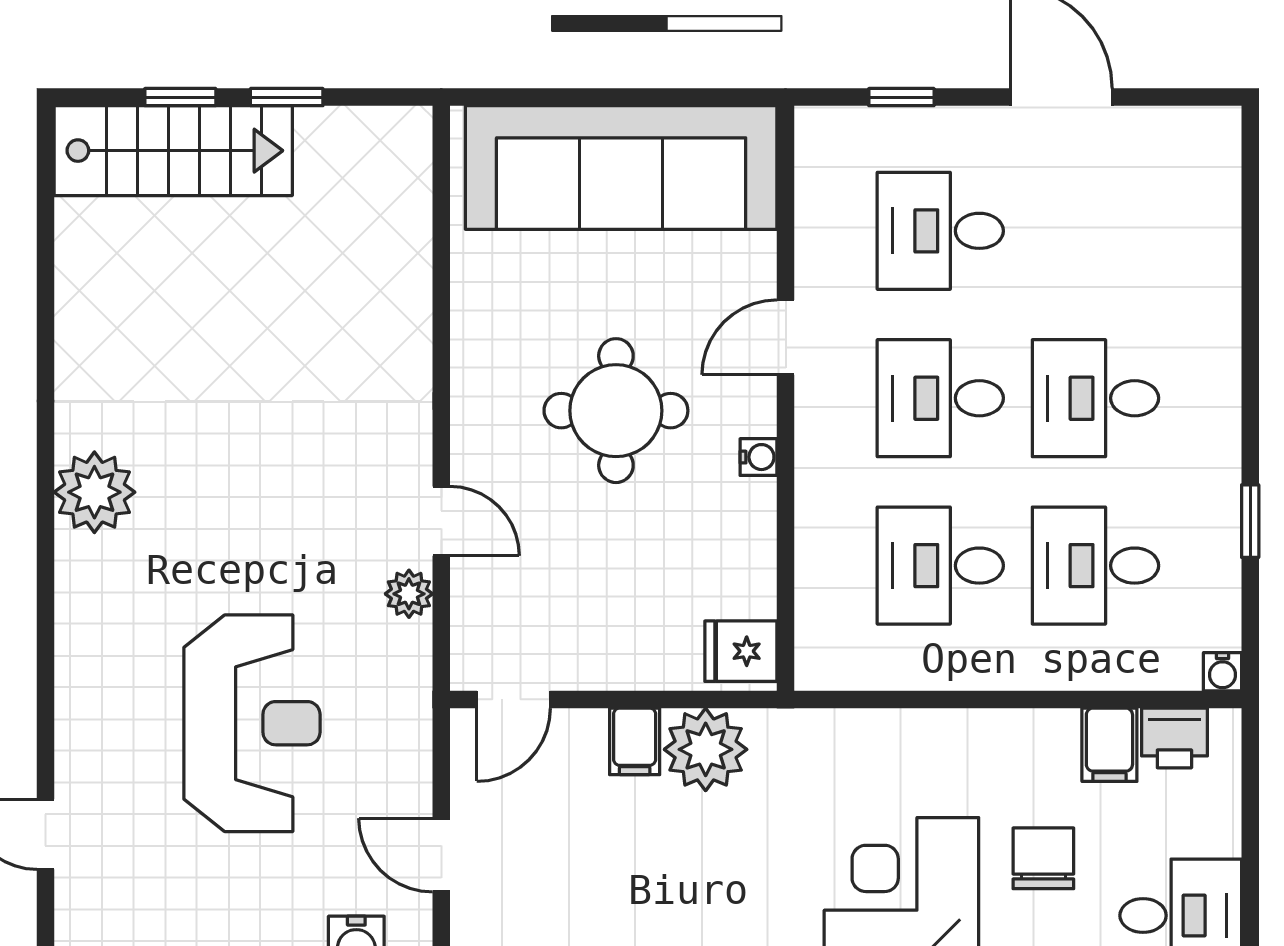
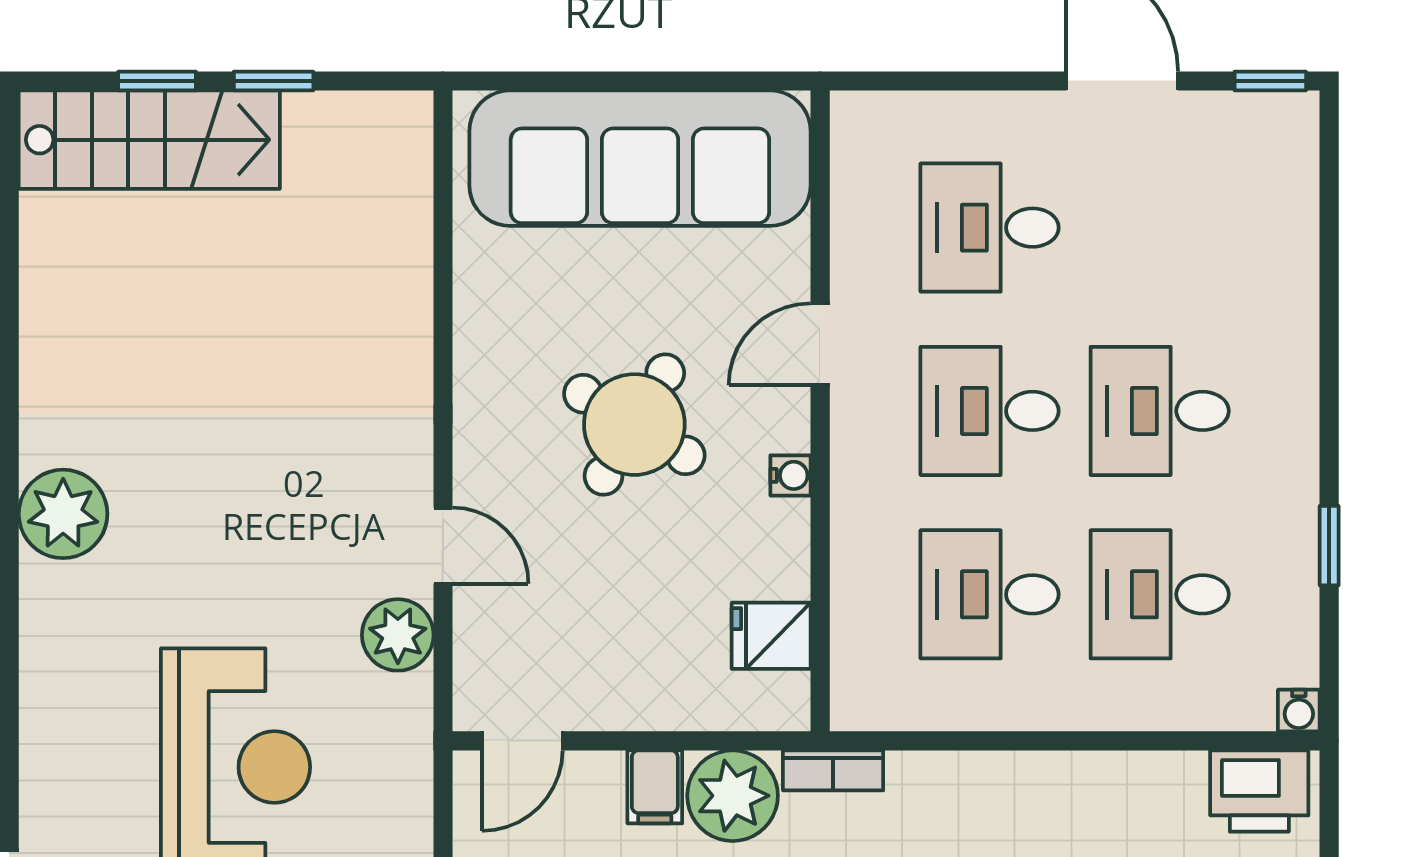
window: (901, 97) -> (1270, 81), moved
round table: (616, 411) -> (634, 425), turned 31
plant: (409, 594) -> (398, 635), width x1.38, depth x1.38
fridge: (741, 651) -> (771, 636), moved
bookcase: (797, 726) -> (833, 770), added
printer: (1174, 738) -> (1259, 791), width x1.36, depth x1.24
filing cabinet: (1109, 745) -> (1175, 791), removed

